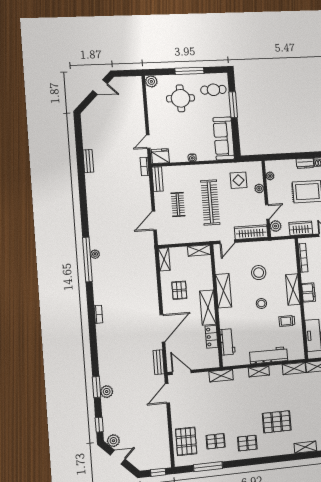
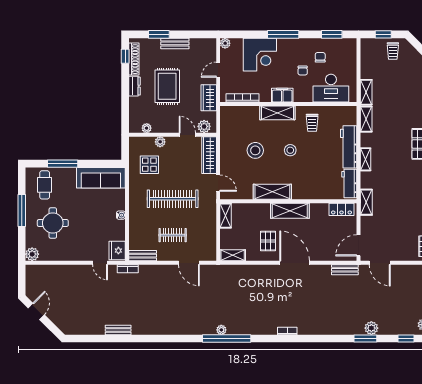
pallet: (179, 290) -> (268, 241), turned 90
door: (162, 328) -> (295, 263), moved
locker: (212, 337) -> (341, 209), moved
workbench: (227, 342) -> (349, 183), moved, turned -90

